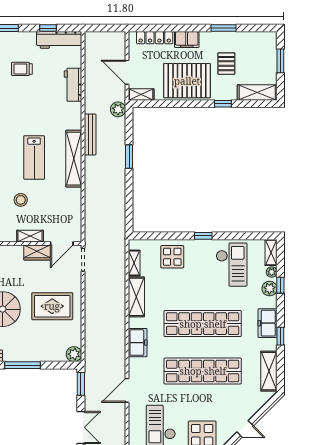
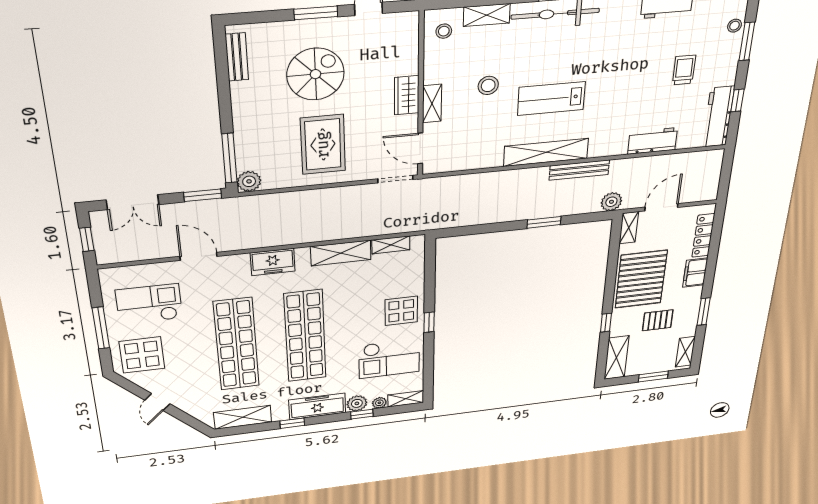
shelving: (260, 38) -> (685, 352), added
wardrobe: (37, 252) -> (407, 95), moved
display table: (172, 257) -> (401, 311), moved
freezer: (268, 323) -> (317, 406), width x1.40
window: (23, 365) -> (229, 158), moved

